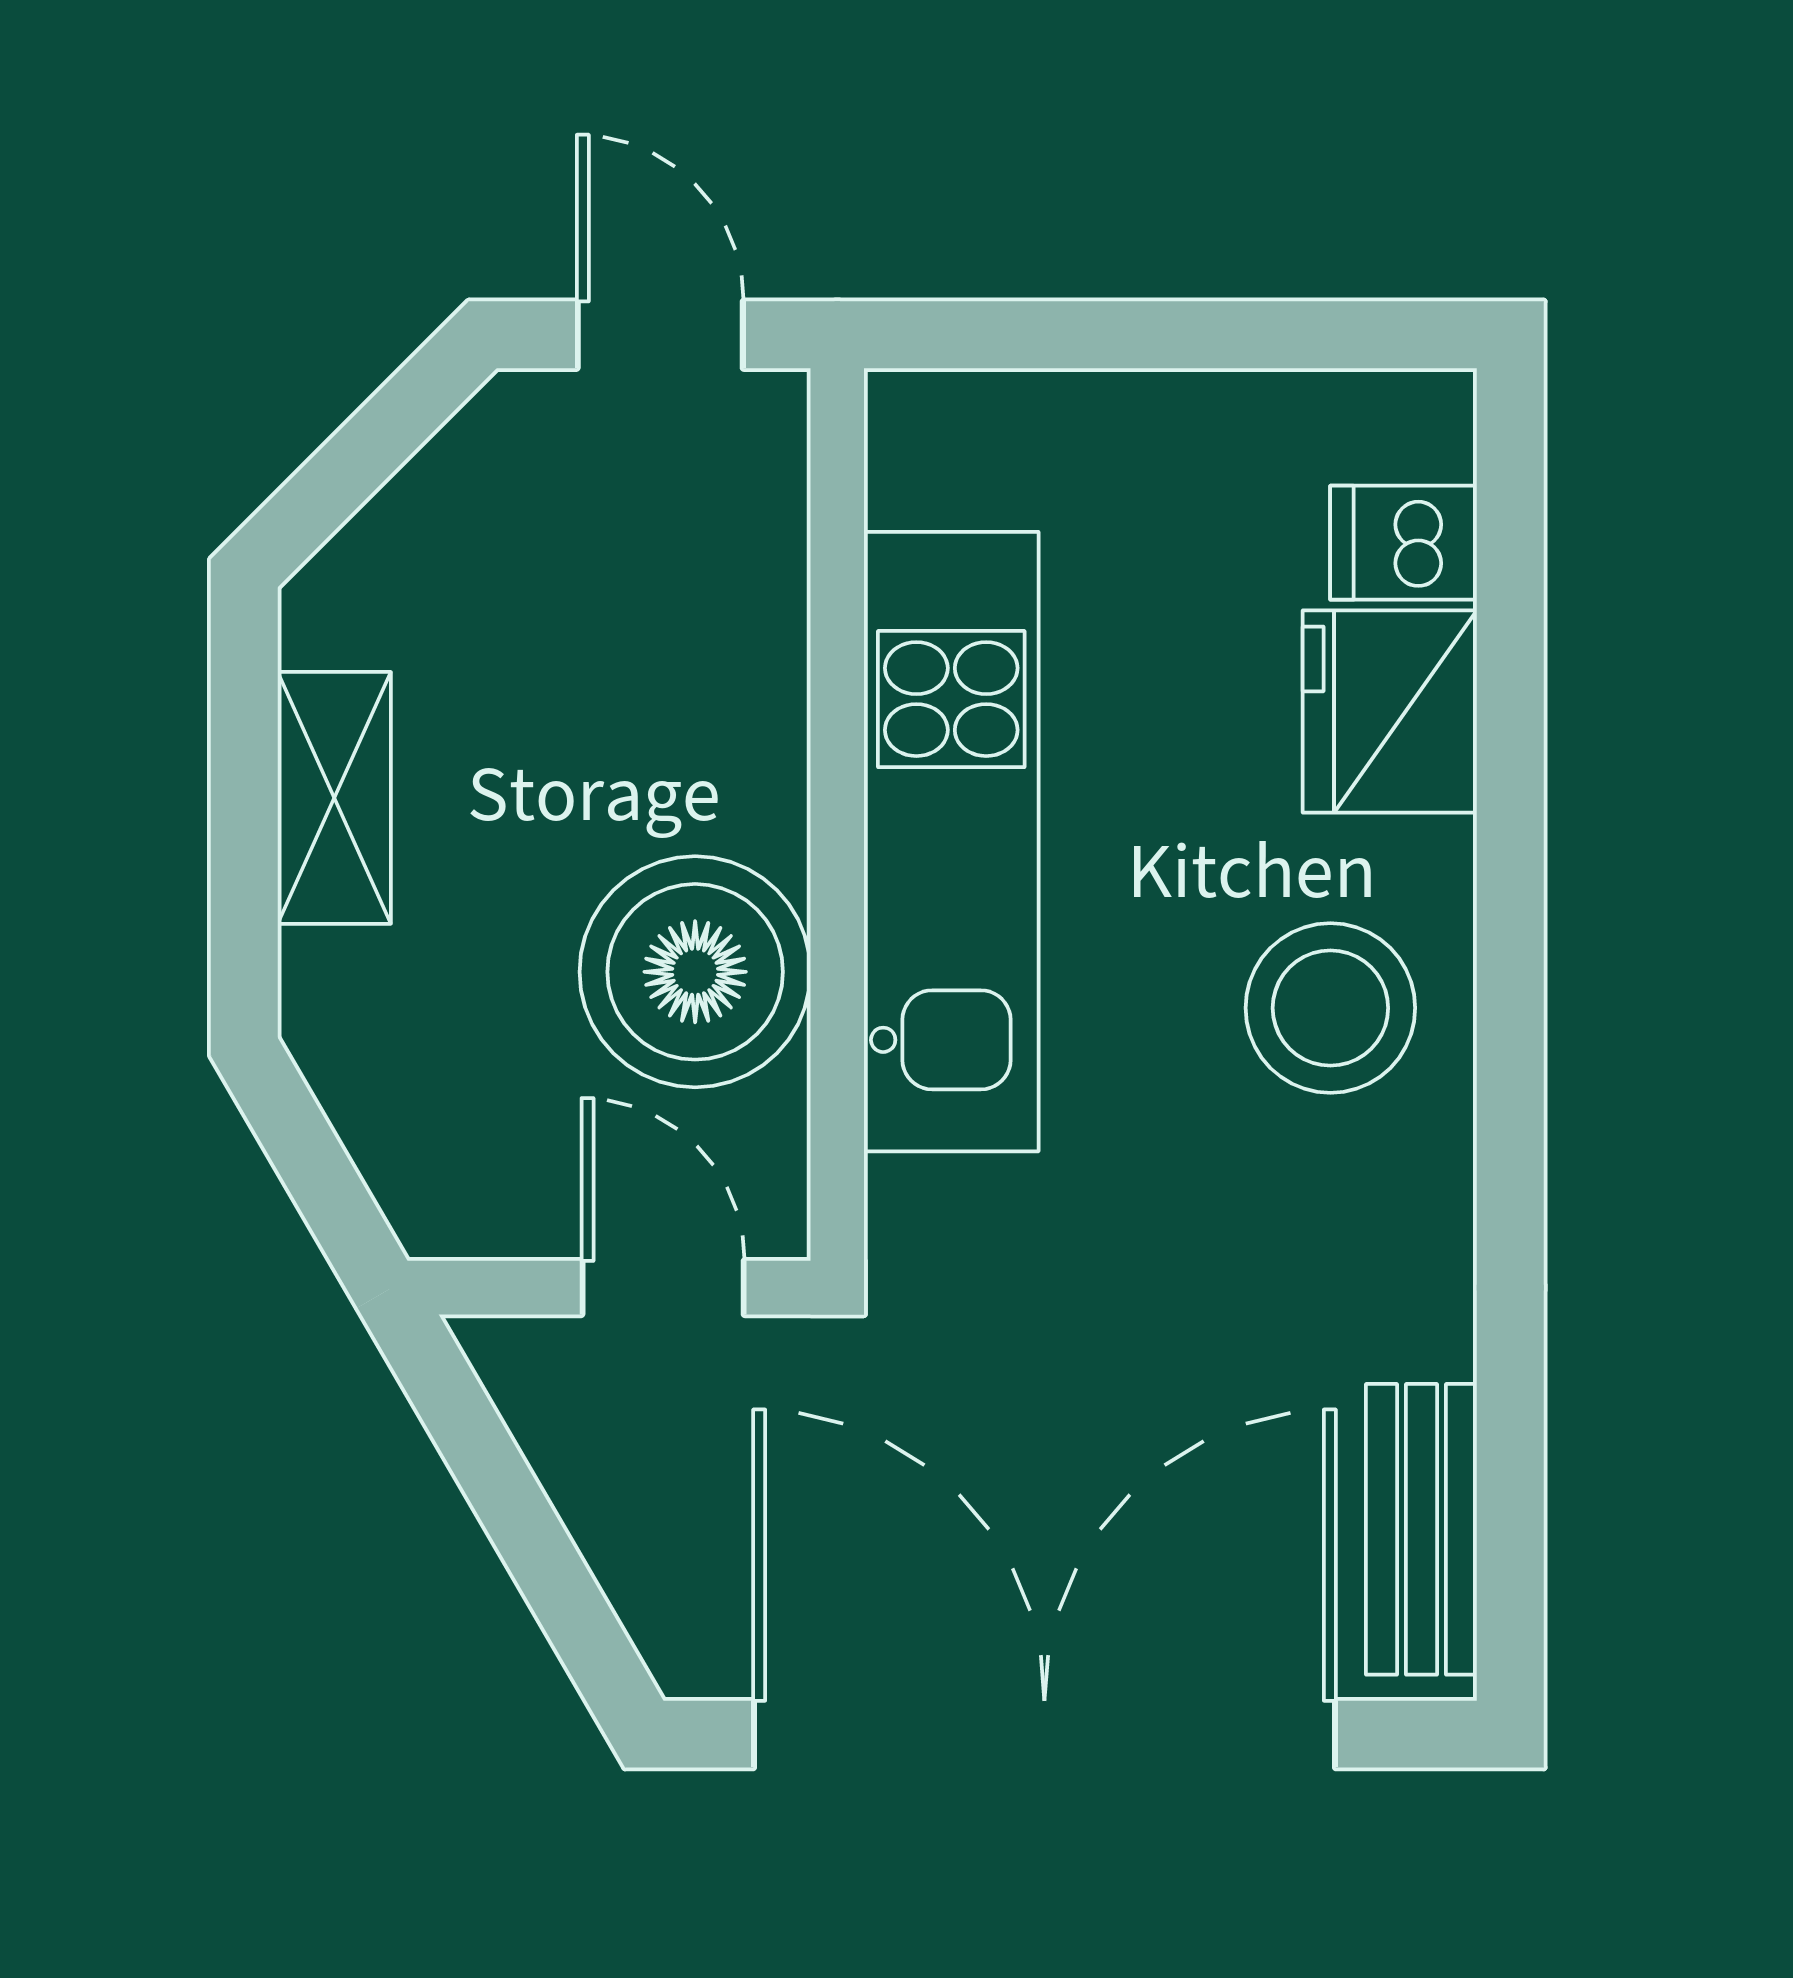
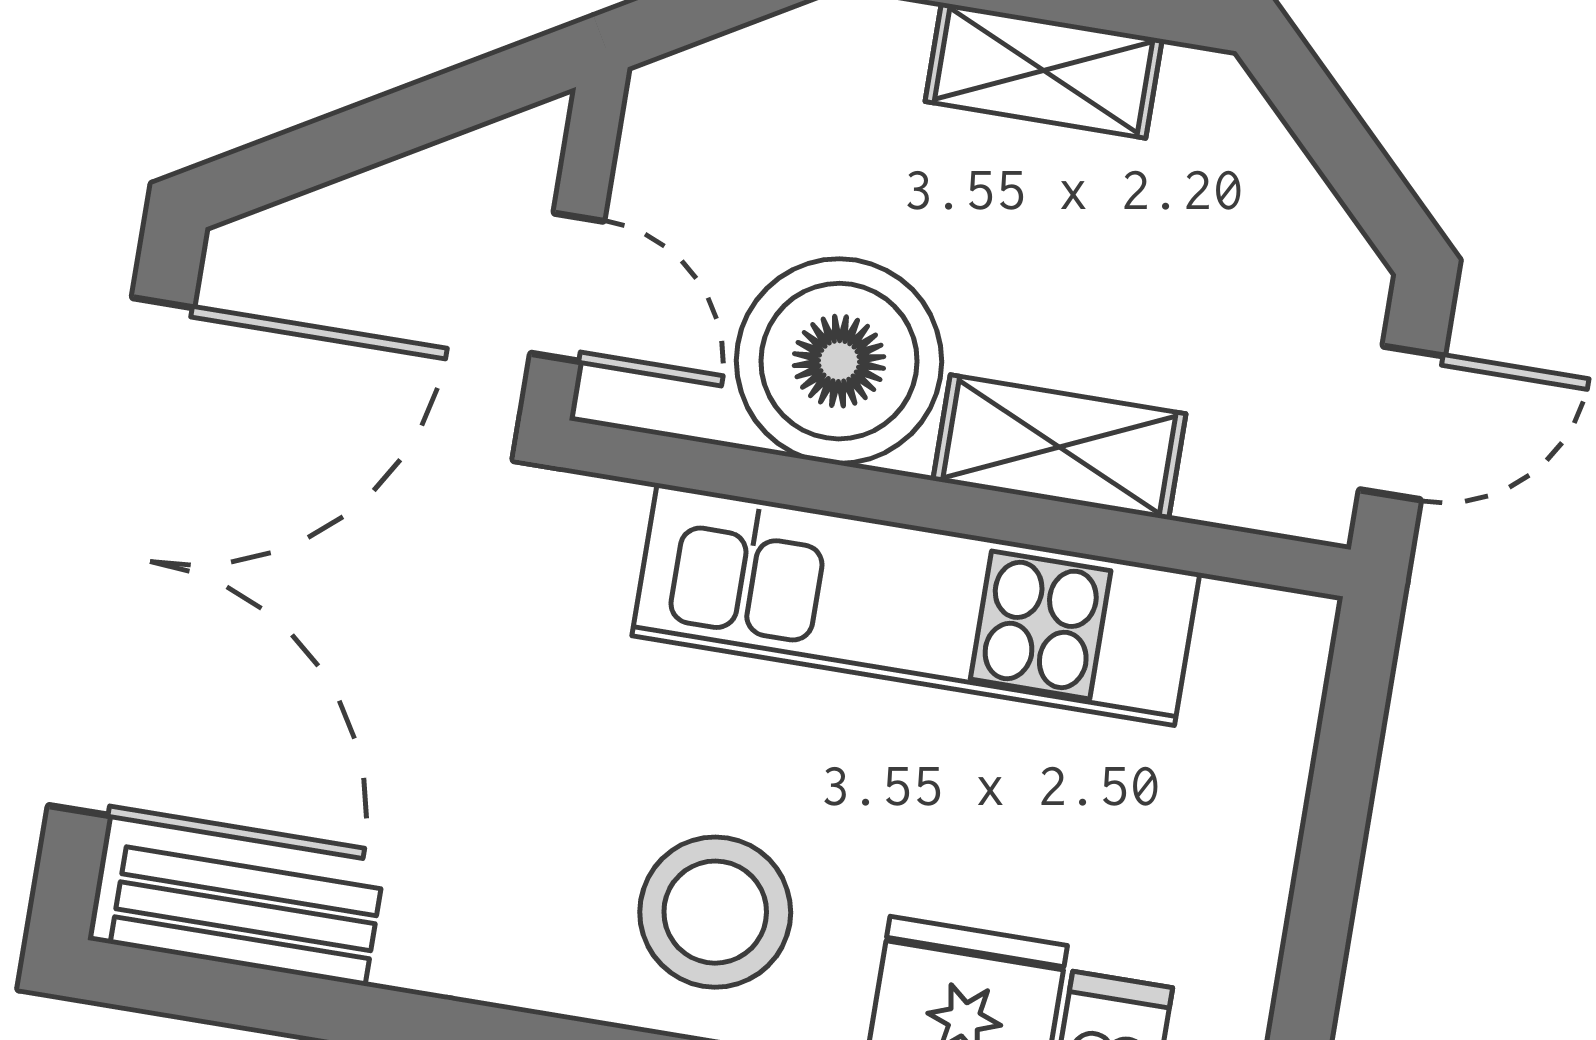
shelving: (750, 711) -> (1059, 447), added
door: (663, 1288) -> (567, 287), hinge flipped

